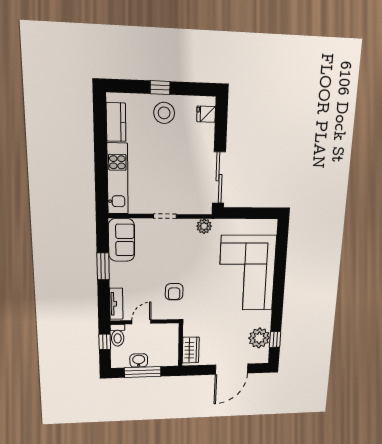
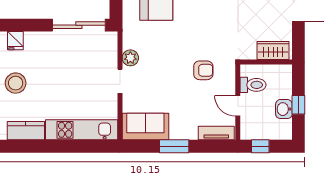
plant: (204, 226) -> (130, 58), moved
toilet: (118, 335) -> (253, 85), moved
window: (143, 372) -> (298, 105), width x0.46

